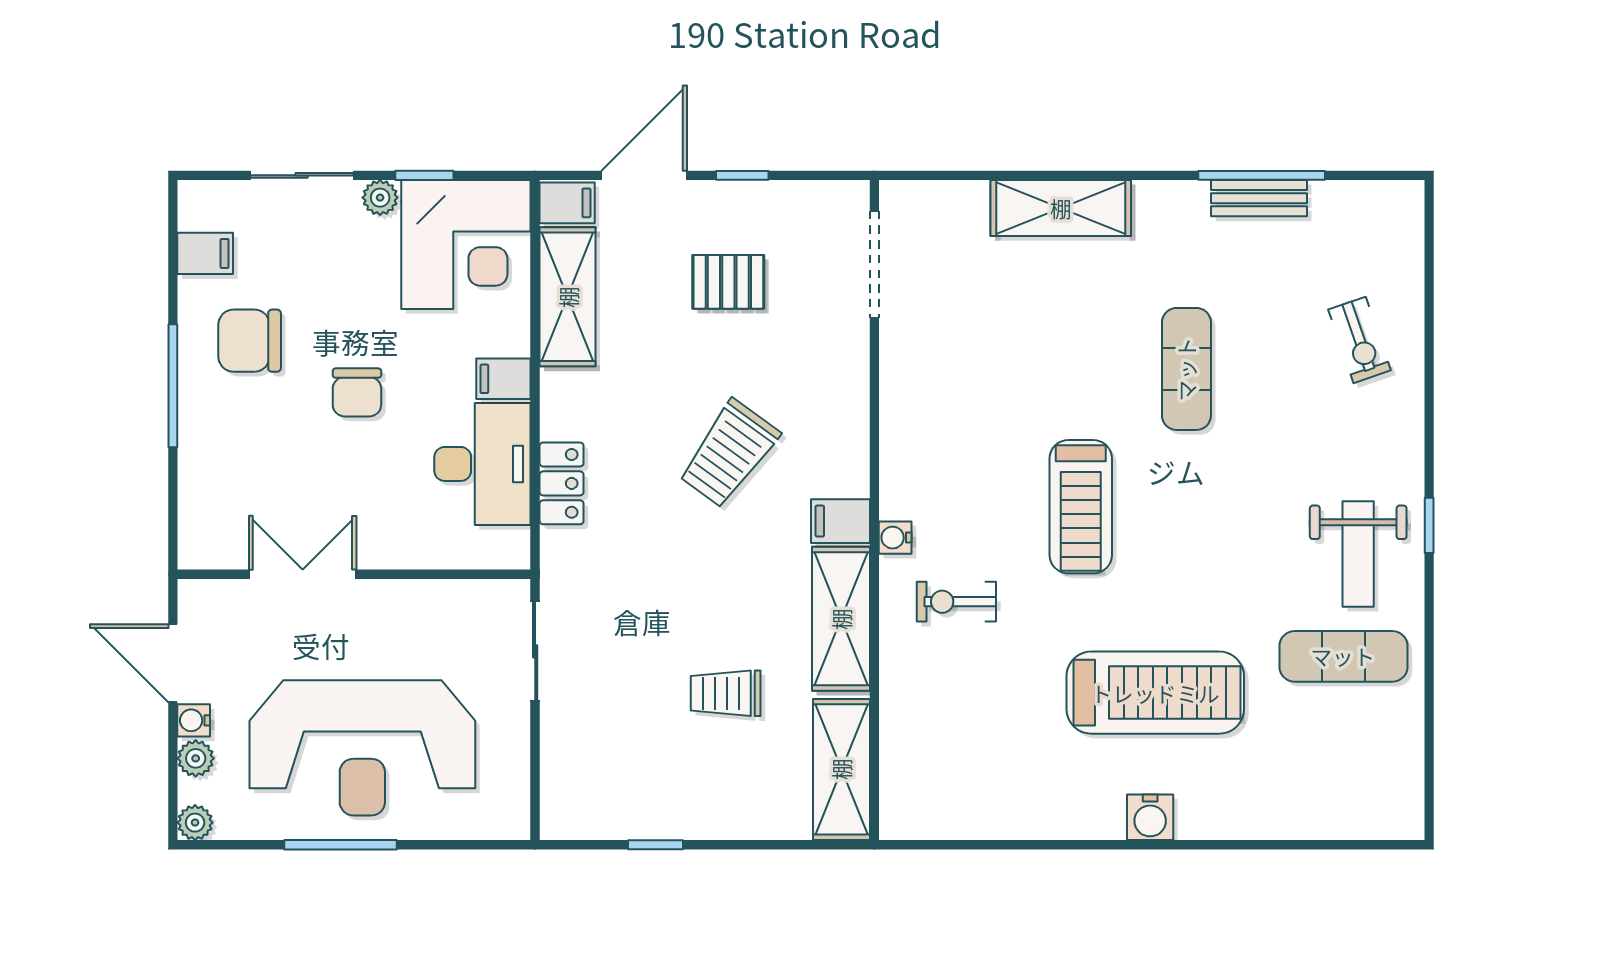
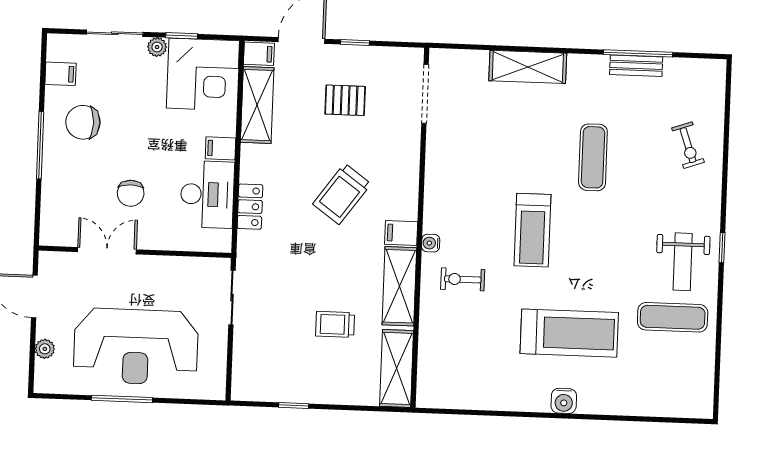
chair: (357, 392) -> (131, 193), moved
water cooler: (194, 720) -> (44, 328), removed
plant: (195, 823) -> (43, 384), removed

